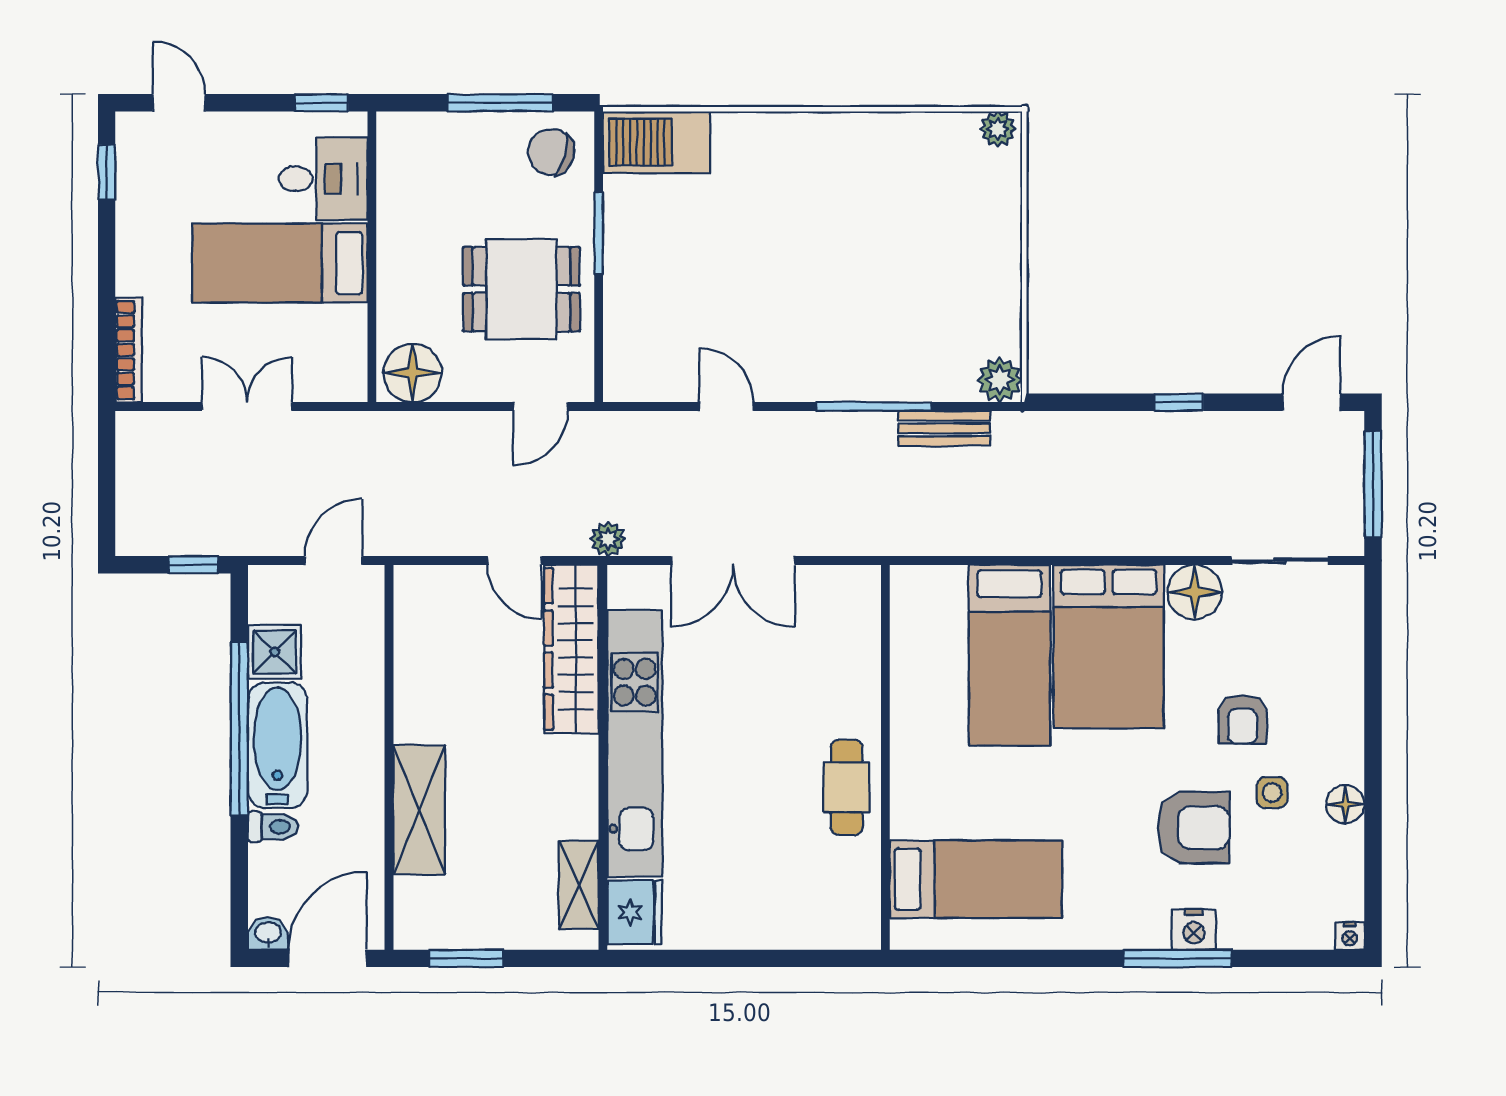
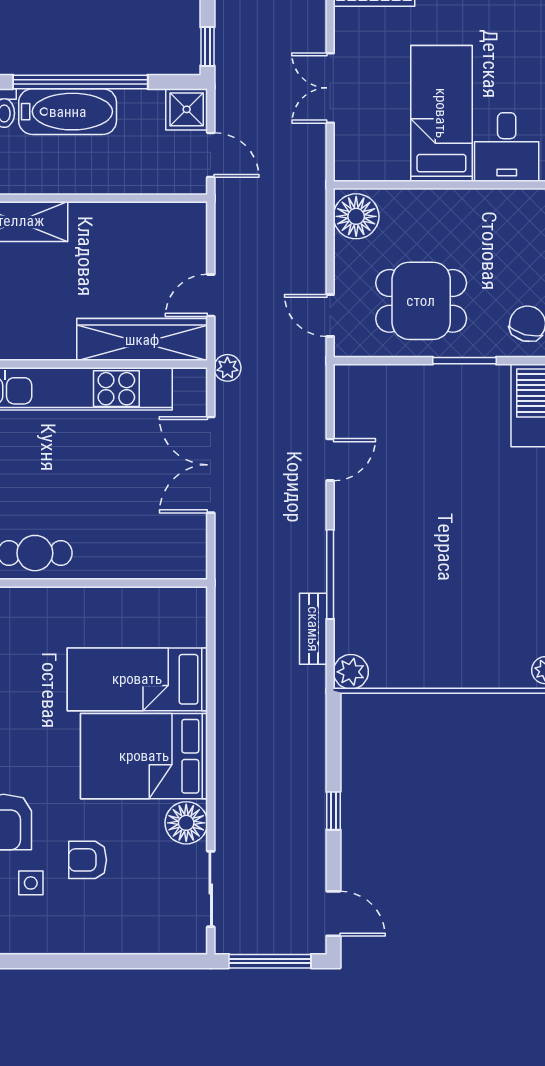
dining table: (521, 289) -> (421, 301), turned 90
double door: (247, 407) -> (330, 88), swing flipped
shower: (275, 652) -> (187, 109), moved
floor lamp: (1345, 804) -> (22, 940), removed

